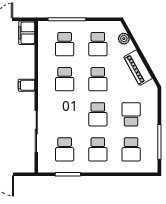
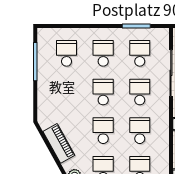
school desk: (131, 114) -> (140, 92), moved, turned 180

